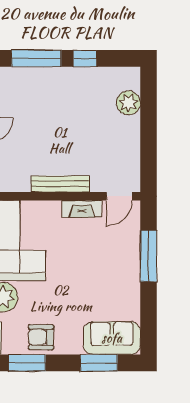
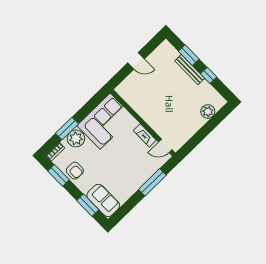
window: (36, 58) -> (189, 55), width x0.69
bench: (60, 184) -> (190, 70), moved
armchair: (41, 337) -> (75, 171), turned 180

